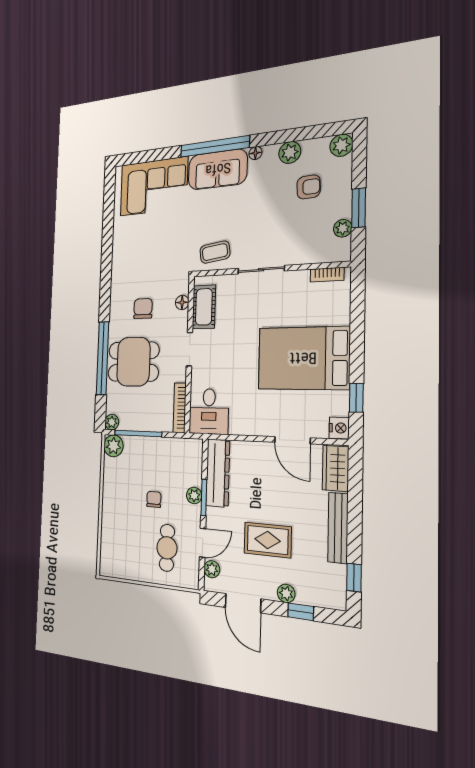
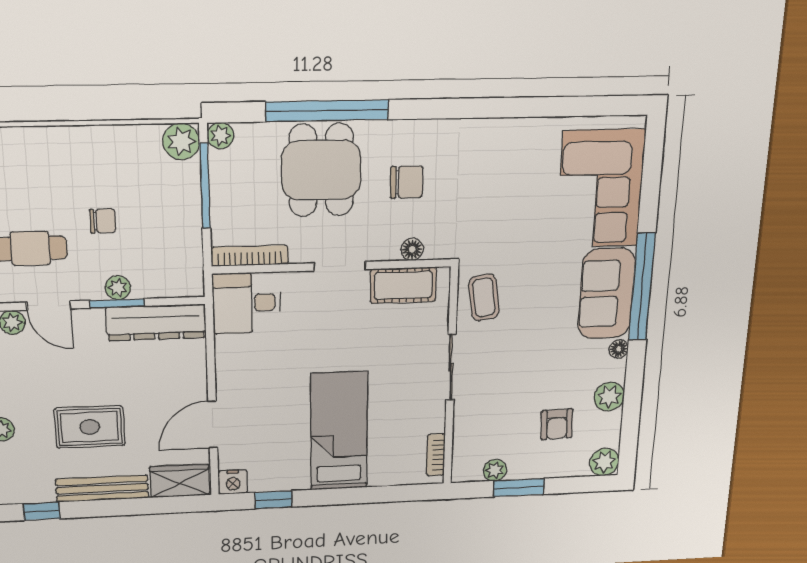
bed: (303, 358) -> (339, 431), width x0.67
rug: (268, 540) -> (90, 427), moved, turned 90

